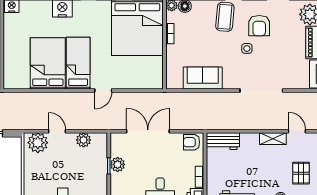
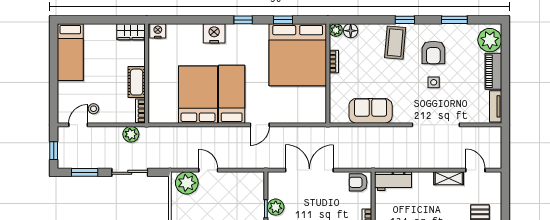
side table: (247, 48) -> (434, 82), moved
plant: (84, 140) -> (238, 180), removed

